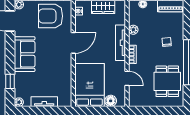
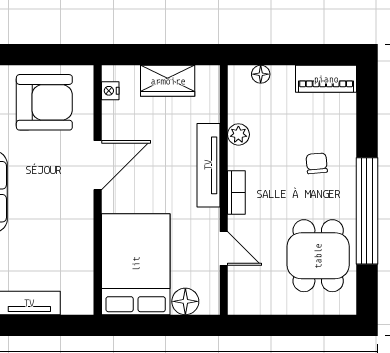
armchair: (51, 16) -> (44, 102), turned 180

